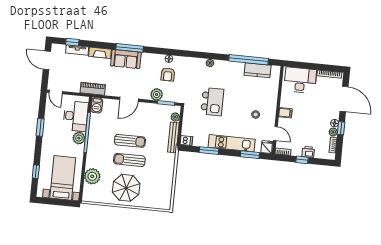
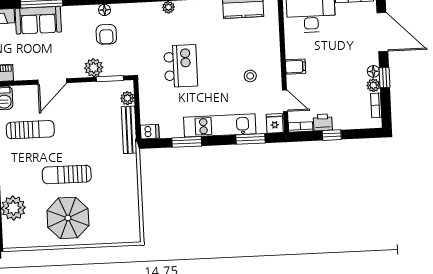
sun lounger: (130, 141) -> (30, 130), moved
printer: (308, 152) -> (323, 122), moved

